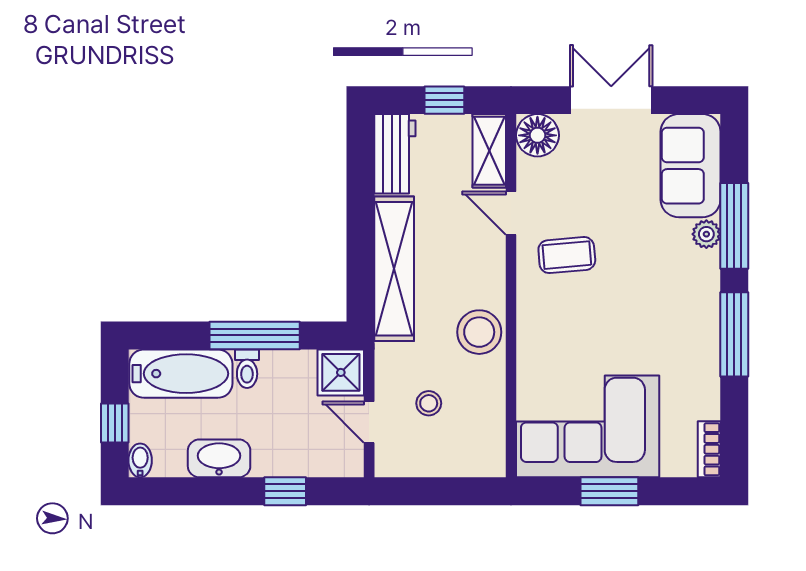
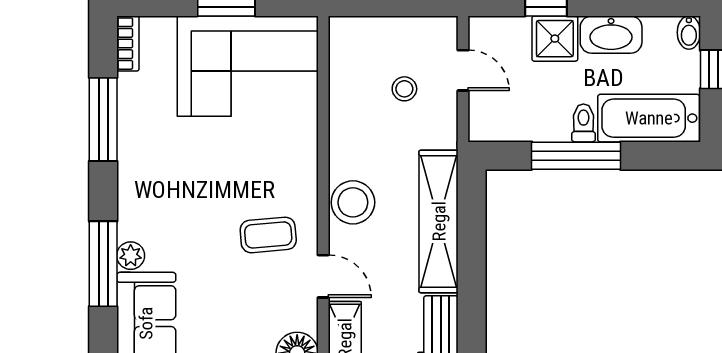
stool: (479, 332) -> (353, 202), moved
window: (734, 334) -> (103, 119), moved
shower: (341, 372) -> (555, 39), moved

